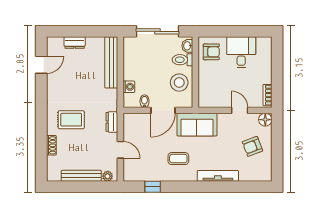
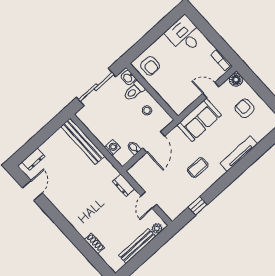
dresser: (75, 43) -> (33, 159), moved
armchair: (211, 52) -> (150, 66), turned 90
desk: (241, 52) -> (185, 35), moved
stool: (179, 83) -> (147, 110), width x0.53, depth x0.53
rug: (71, 120) -> (92, 211), removed
sofa: (197, 125) -> (199, 120), moved
armchair: (252, 146) -> (245, 108), turned 111
door: (120, 150) -> (149, 200), swing flipped

